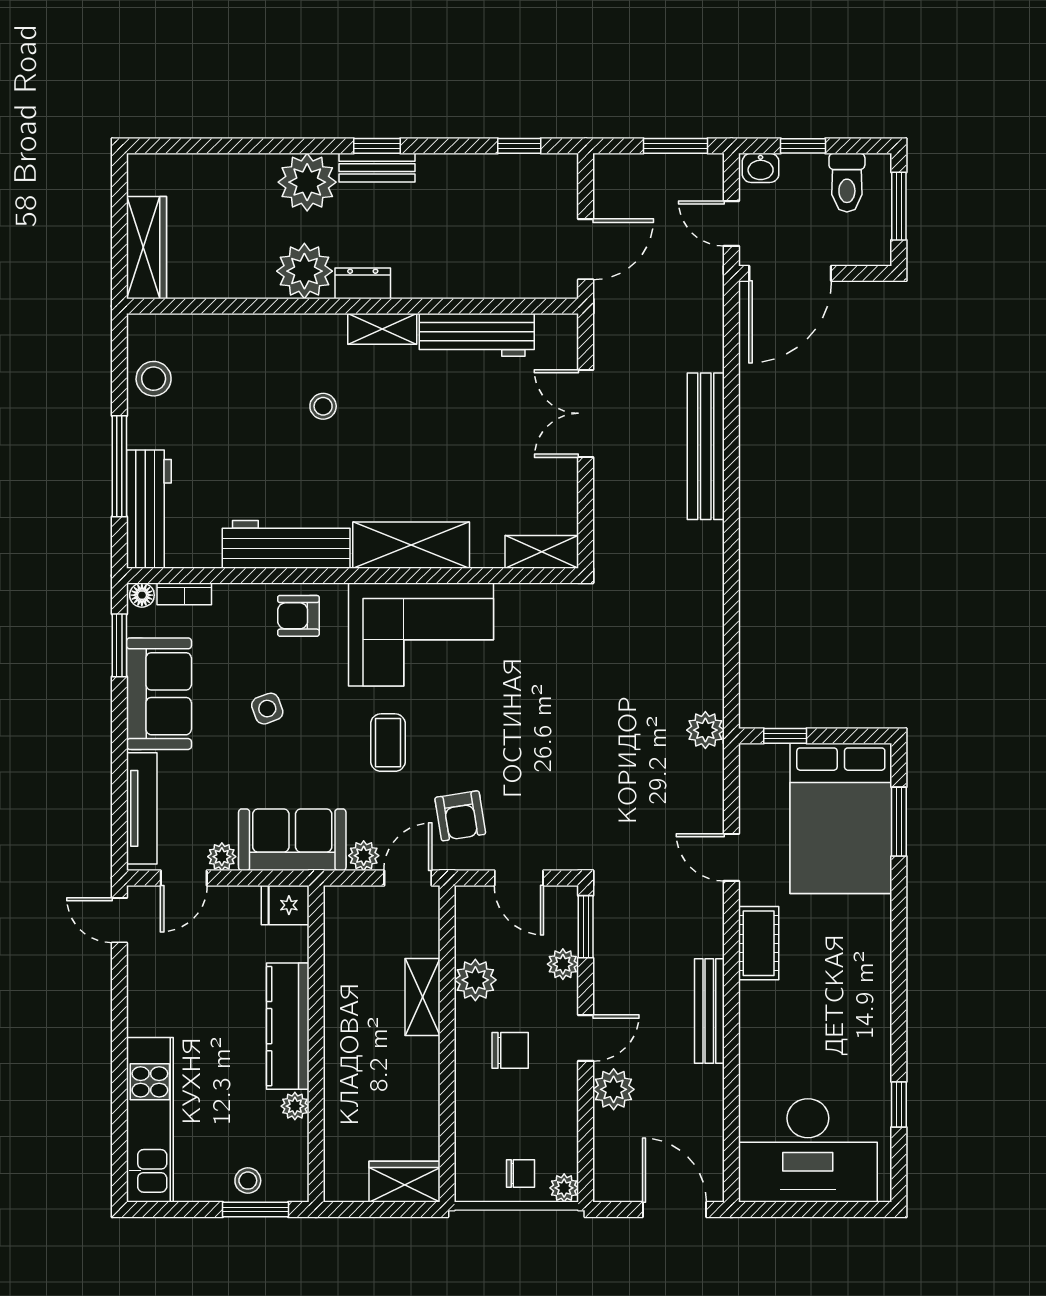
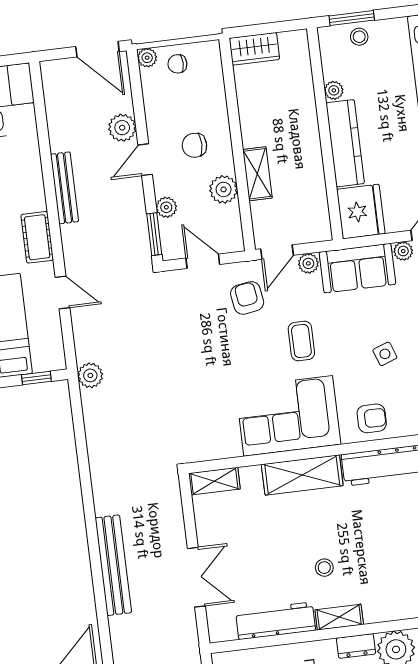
stool: (323, 406) -> (324, 568), moved
fridge: (285, 905) -> (361, 212), width x1.88, depth x1.34
door: (674, 1209) -> (97, 49), moved

